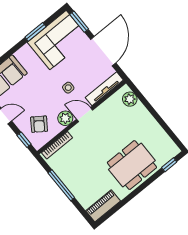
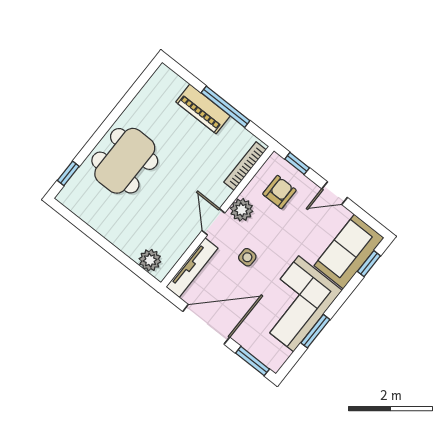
corner sofa: (58, 40) -> (296, 304), moved
door: (103, 51) -> (206, 324), swing flipped
door: (85, 115) -> (213, 222), swing flipped
armchair: (39, 124) -> (279, 192), turned 55
piano: (103, 206) -> (203, 109), moved, turned 90

